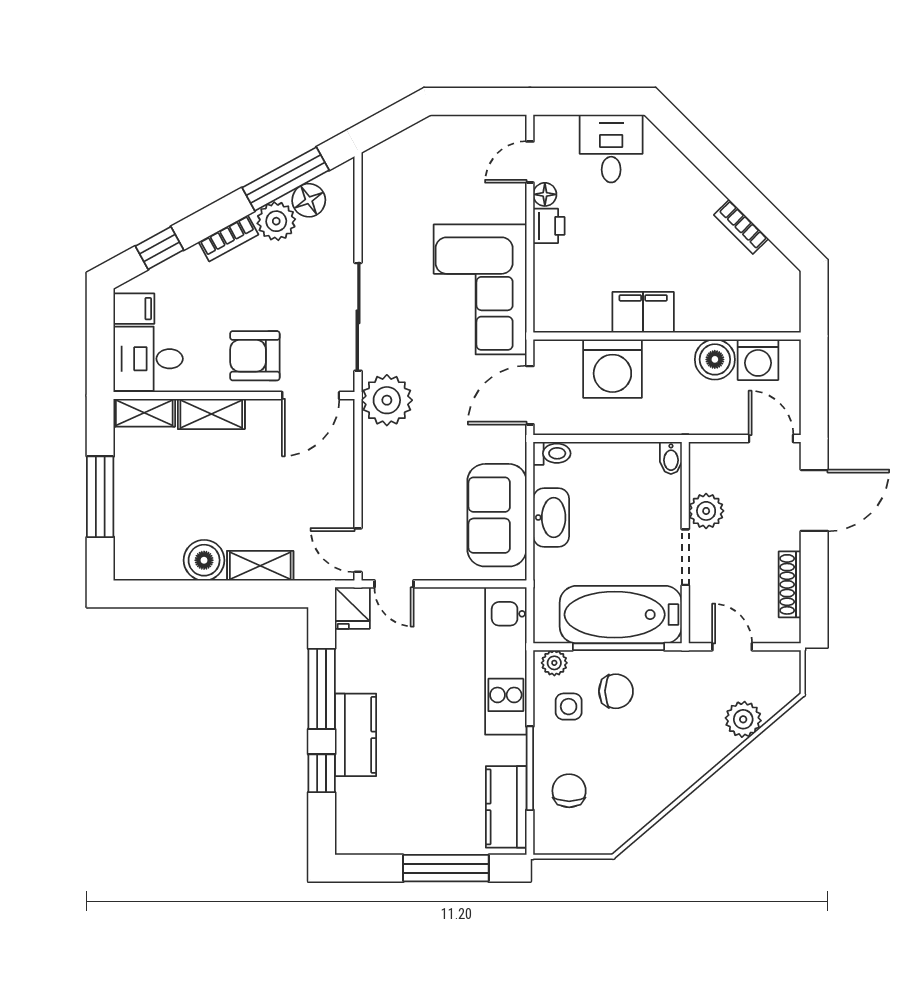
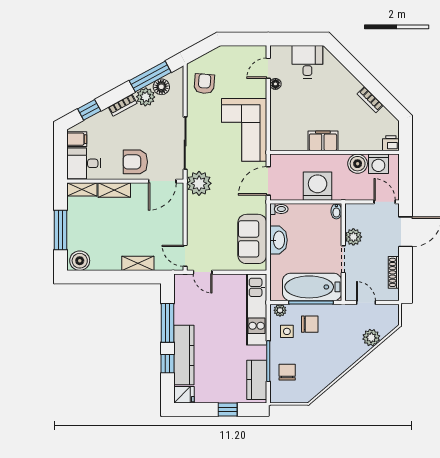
armchair: (398, 194) -> (204, 84), added
printer: (549, 226) -> (391, 143), moved, turned -90
washing machine: (612, 369) -> (318, 186), moved, turned 180
boiler: (204, 560) -> (80, 261), moved
fridge: (352, 608) -> (184, 395), moved, turned -90
kitchen counter: (356, 735) -> (184, 355), width x1.50
window: (446, 868) -> (228, 410), width x0.46

